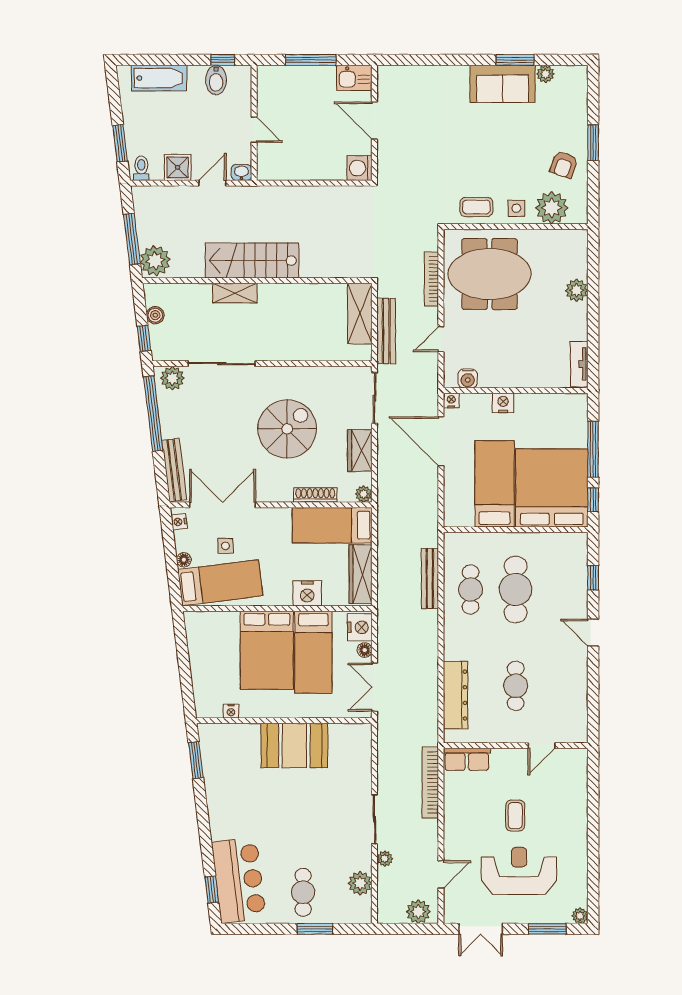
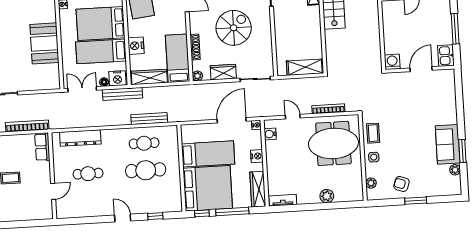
plant: (552, 208) -> (371, 183), width x0.53, depth x0.53
meeting table: (490, 274) -> (333, 143), turned 90
bench: (386, 331) -> (123, 94), moved
wardrobe: (558, 405) -> (258, 189), added
spiral stairs: (287, 429) -> (234, 28), turned -90
door: (593, 633) -> (123, 218), hinge flipped
door: (542, 746) -> (53, 191), swing flipped

